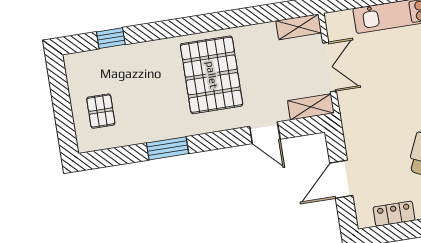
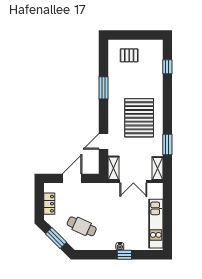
window: (252, 16) -> (167, 144), added
pallet: (212, 75) -> (139, 118), turned 90
door: (341, 179) -> (72, 178), hinge flipped

